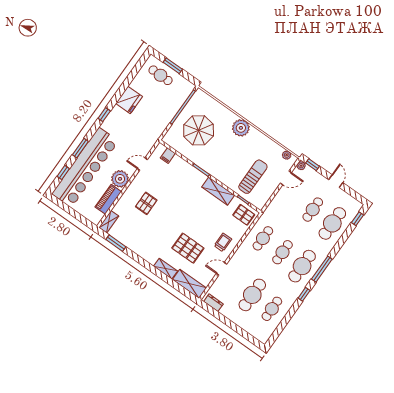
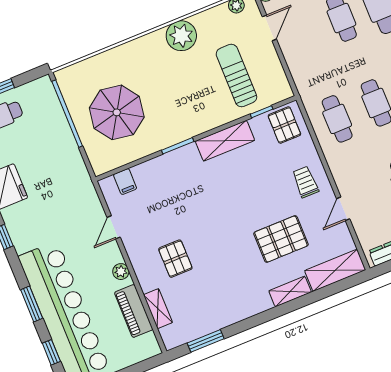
plant: (241, 128) -> (181, 36), moved
plant: (120, 179) -> (121, 272), width x0.53, depth x0.53
pallet: (244, 215) -> (284, 125), turned 90
shelving: (109, 222) -> (158, 309), moved

